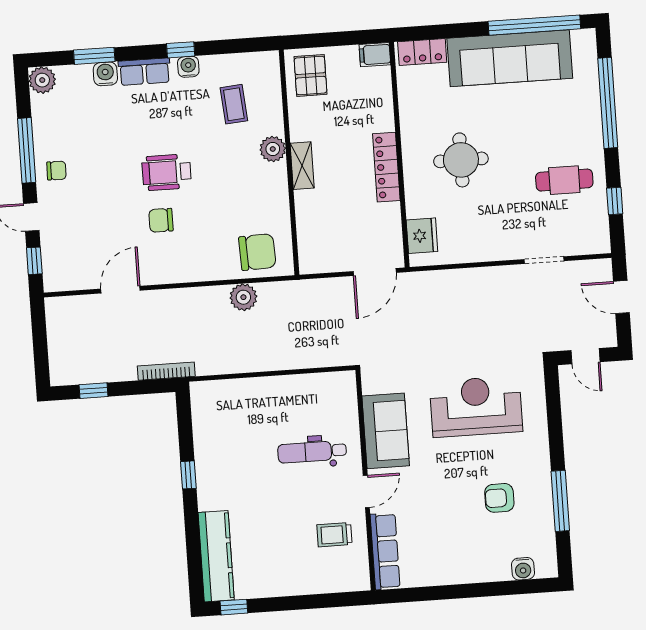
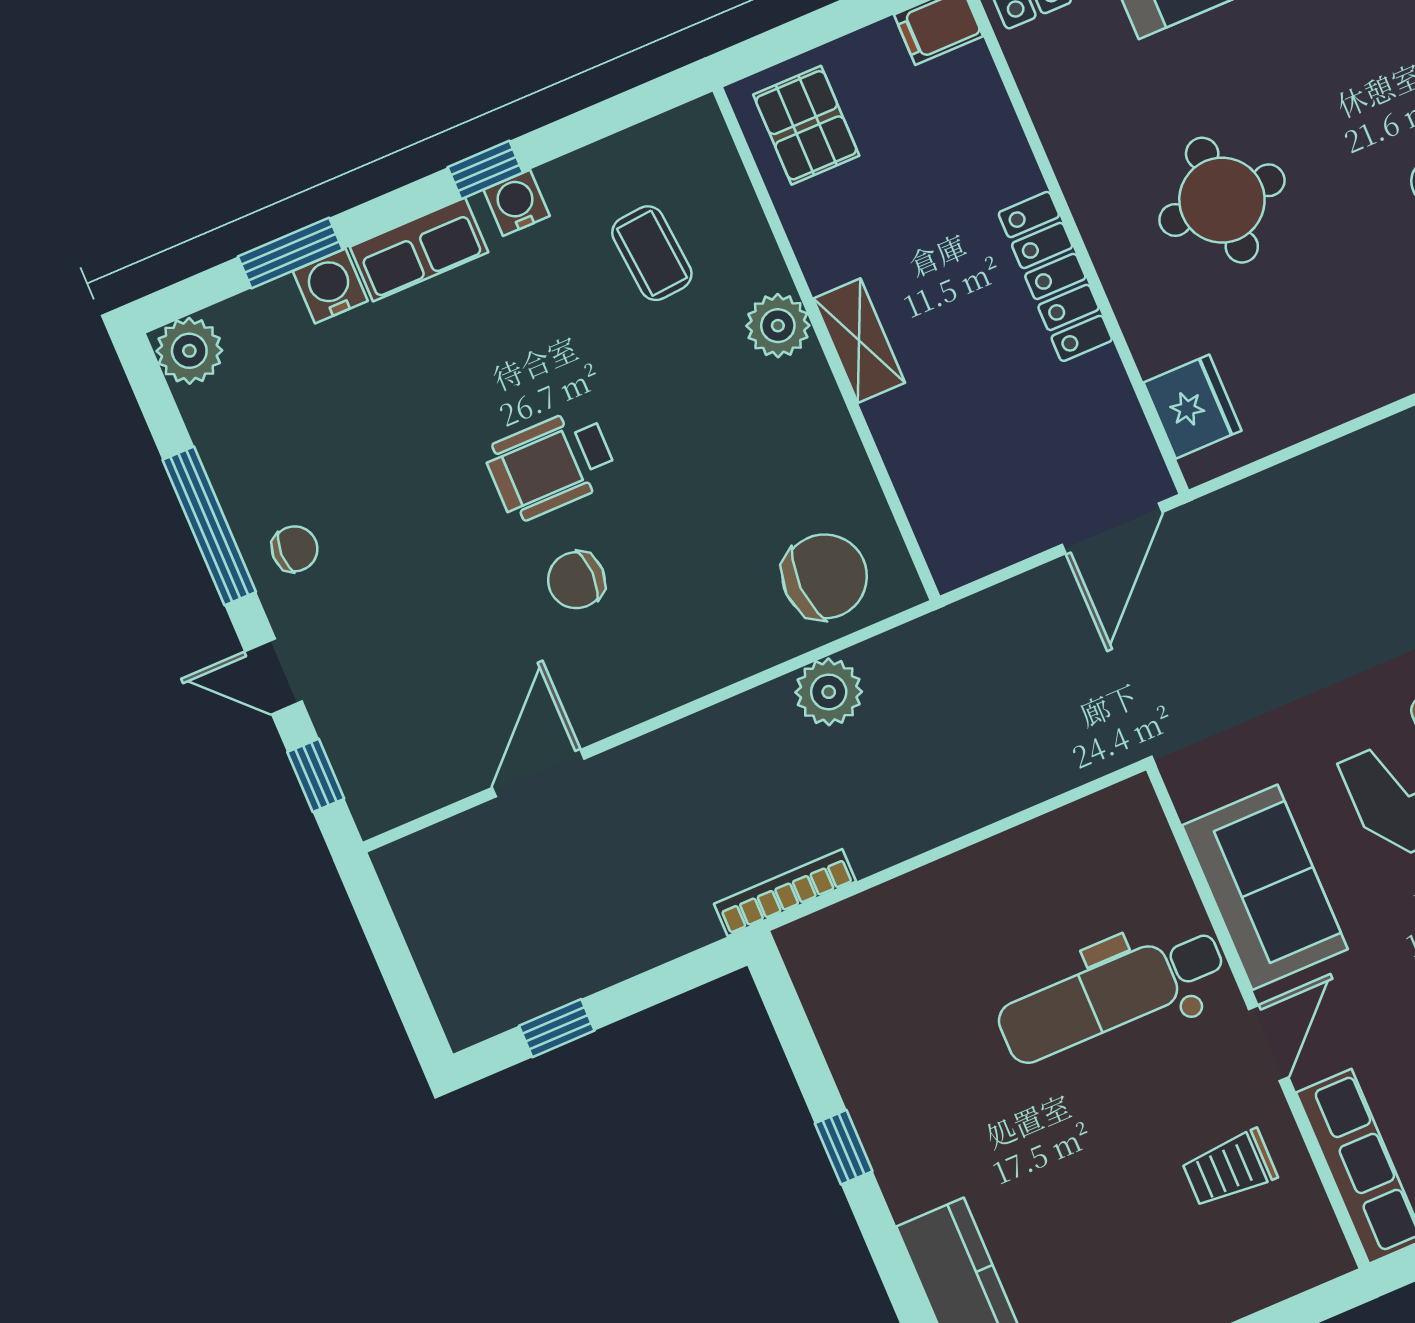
bookcase: (166, 371) -> (785, 893), moved
dental chair: (312, 452) -> (1111, 995), width x1.36, depth x1.38

